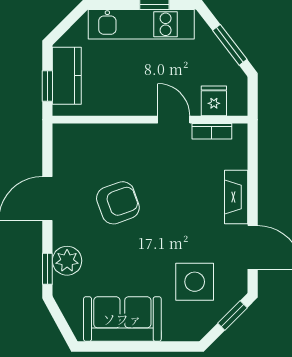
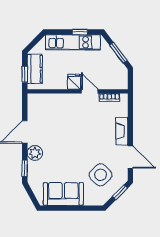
fridge: (214, 101) -> (74, 82), moved
armchair: (118, 203) -> (61, 134), removed
plant: (67, 261) -> (35, 153), moved
side table: (195, 282) -> (100, 175), turned 45

